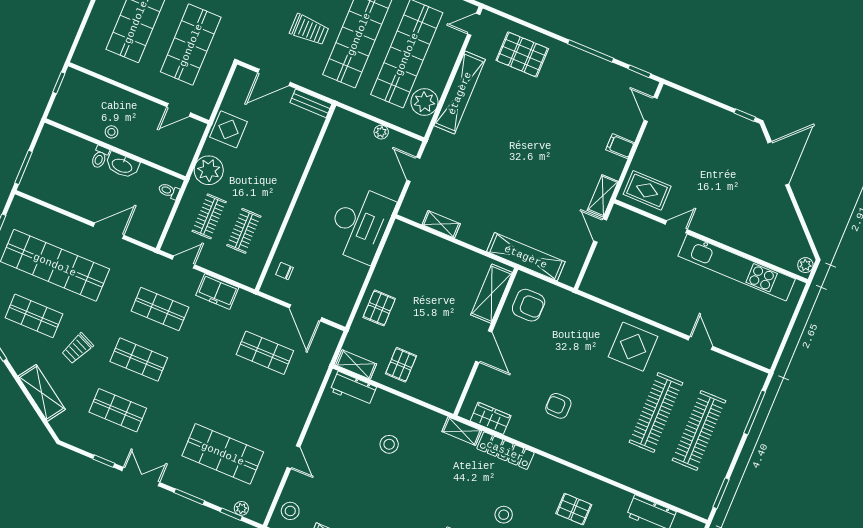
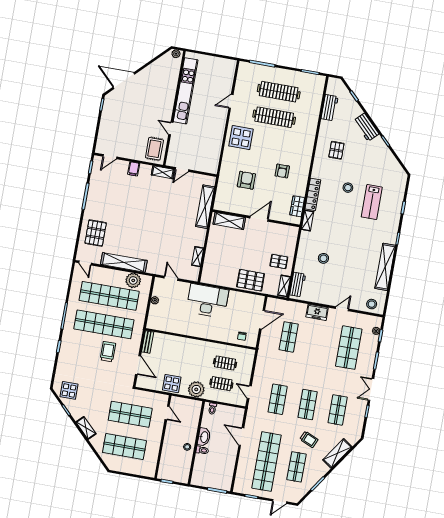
door: (413, 169) -> (171, 278), swing flipped
freezer: (217, 291) -> (317, 312), moved, turned 90
armchair: (529, 305) -> (246, 180), moved
pallet: (379, 308) -> (251, 280), width x1.50, depth x1.42

